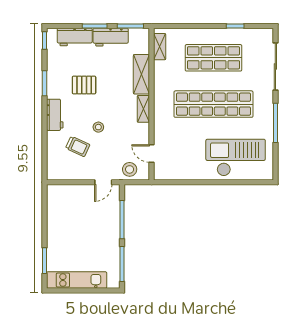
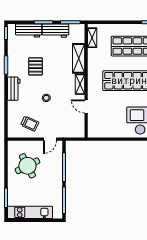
pallet: (84, 85) -> (36, 66), turned 90
trolley: (78, 146) -> (30, 124), moved
door: (152, 154) -> (86, 107), moved
stool: (130, 169) -> (70, 130), removed
round table: (73, 218) -> (27, 166), added

